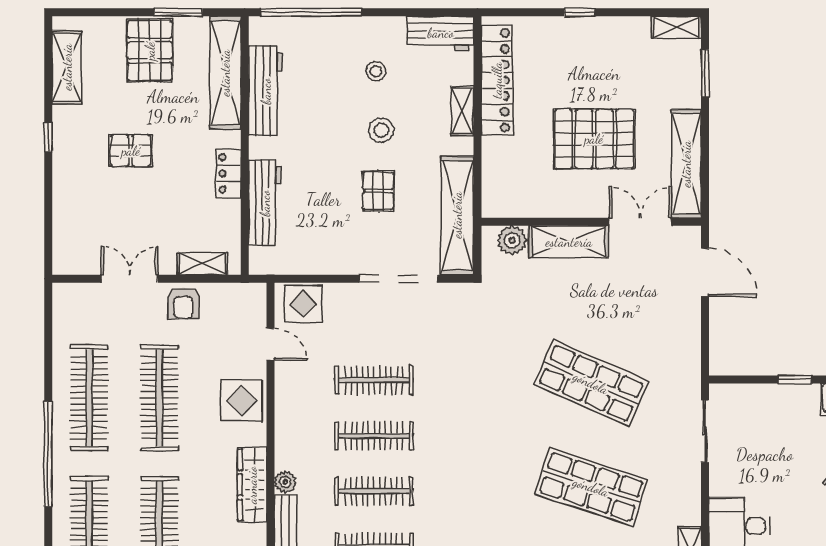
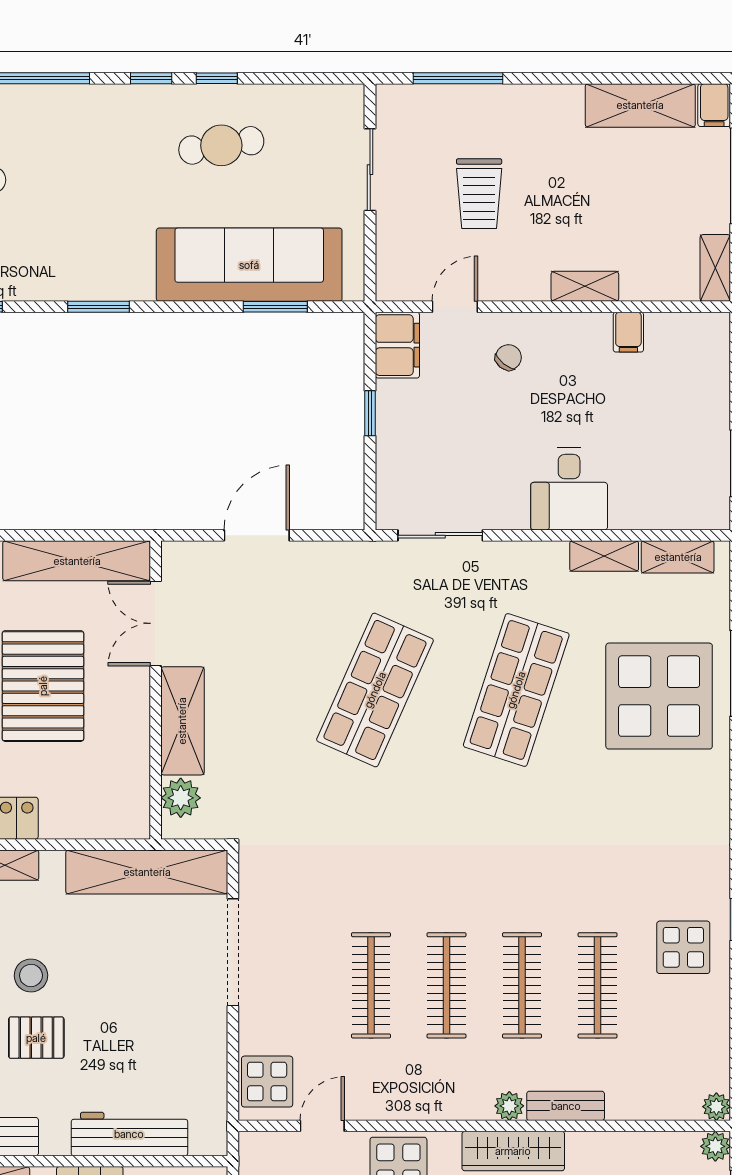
pallet: (378, 191) -> (36, 1038), moved
door: (705, 272) -> (257, 535), moved

